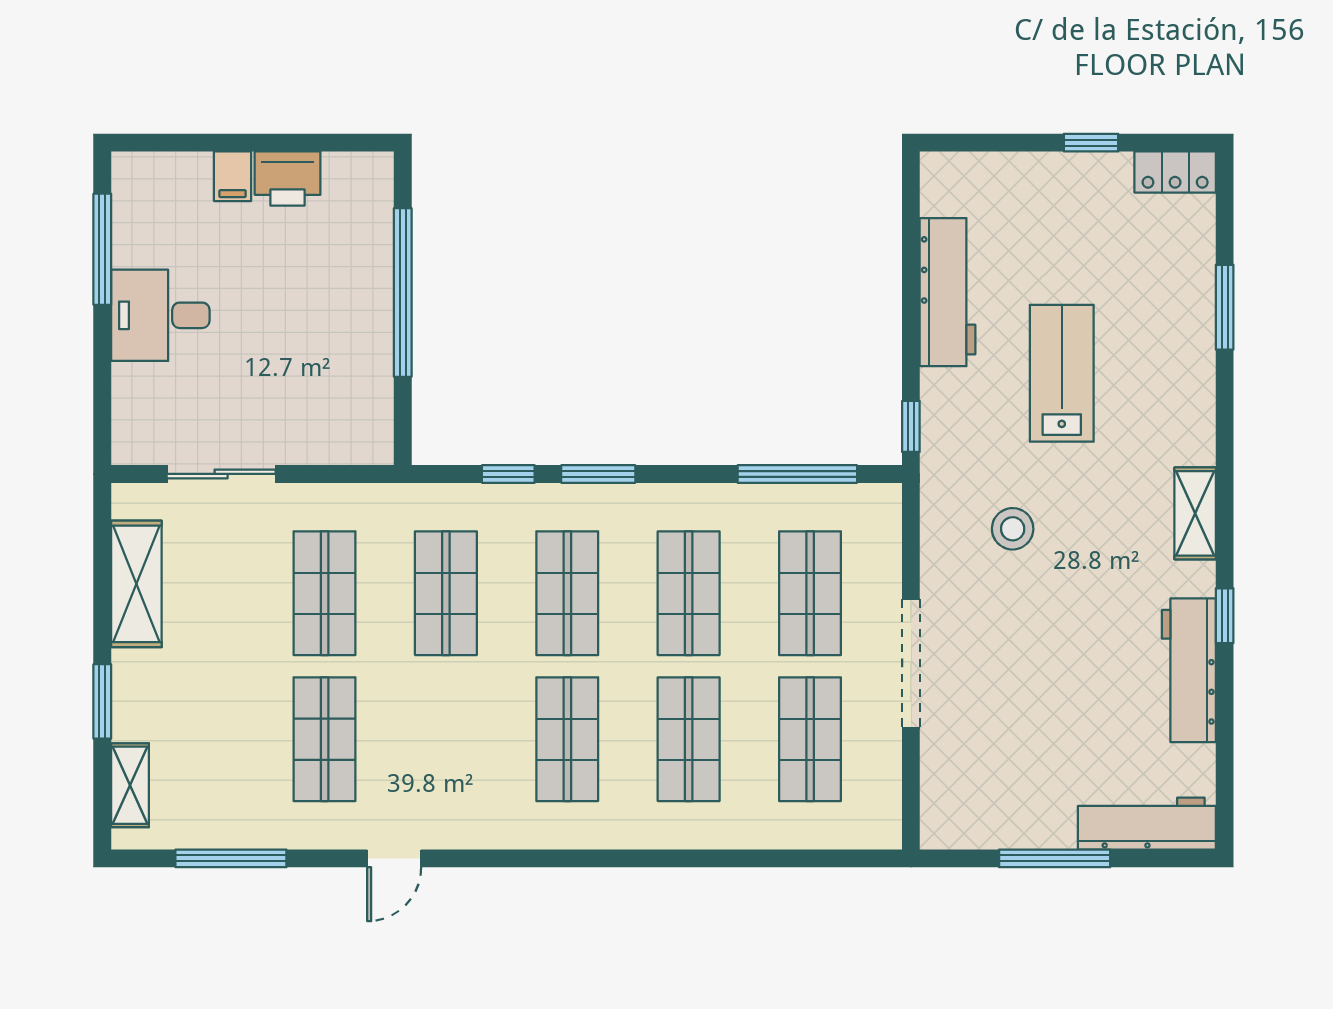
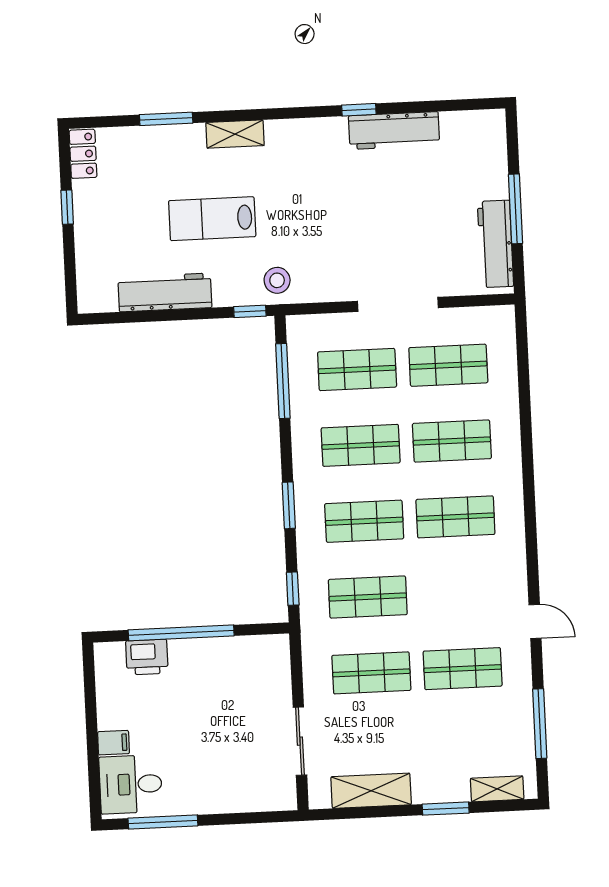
printer: (288, 179) -> (147, 657), moved, turned 90
desk: (160, 315) -> (131, 784), moved, turned 90
window: (508, 474) -> (293, 589), moved
shelving: (1195, 513) -> (235, 134), moved
stool: (1013, 529) -> (277, 280), moved
workbench: (1147, 824) -> (495, 244), moved

